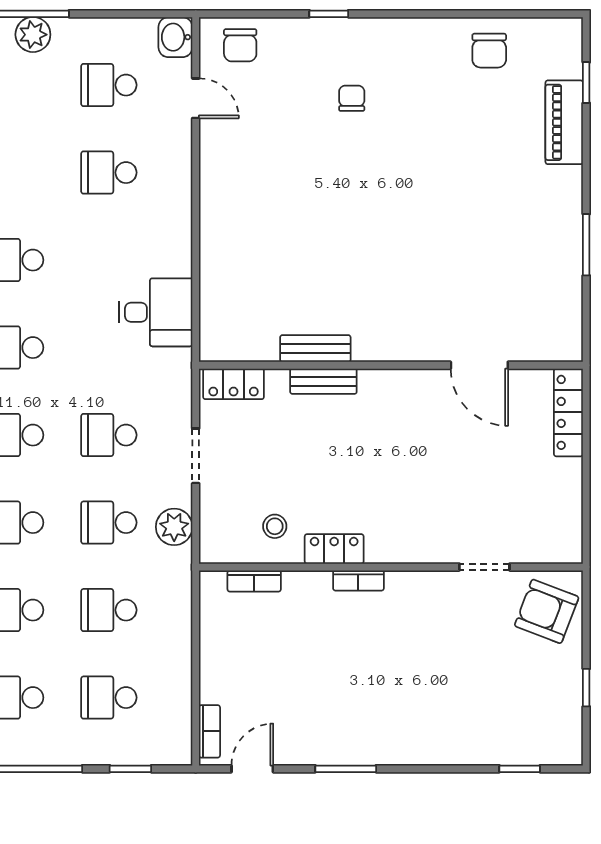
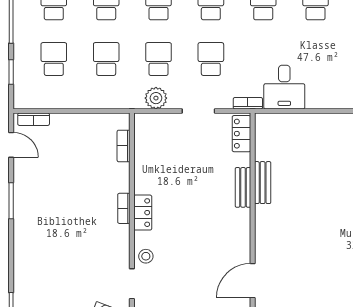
bookcase: (183, 373) -> (248, 103), added
stool: (275, 526) -> (146, 256), moved
locker: (334, 549) -> (143, 213), moved

